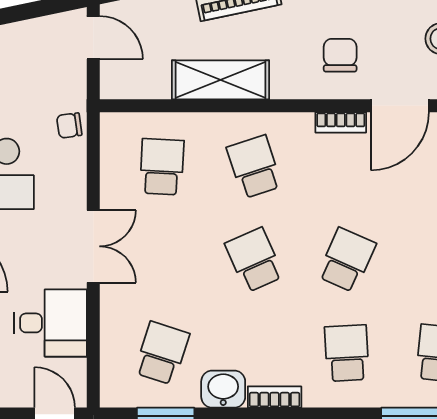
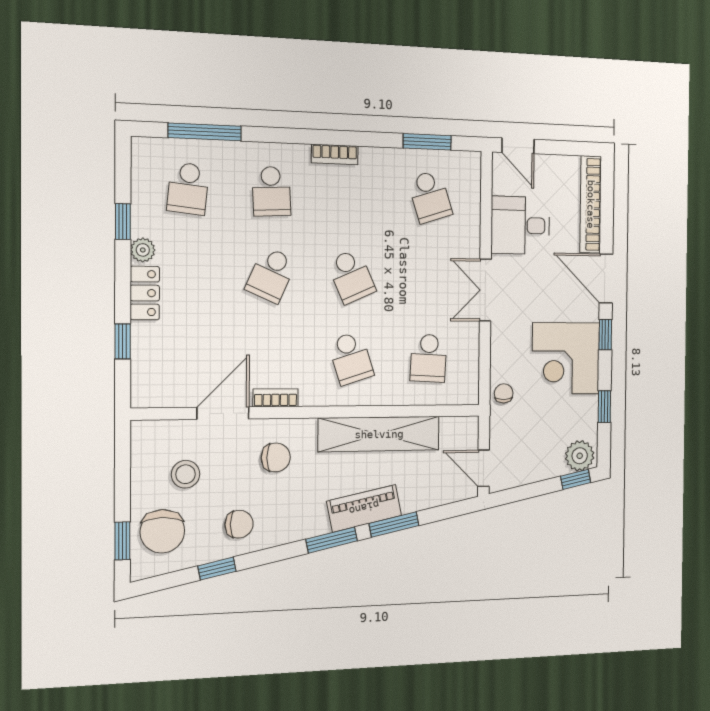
chair: (340, 55) -> (276, 457), turned -90
shelving: (220, 80) -> (379, 434), width x1.47
chair: (69, 125) -> (504, 393), turned -82
school desk: (162, 353) -> (430, 197), turned -36
washbasin: (223, 389) -> (379, 163), removed

